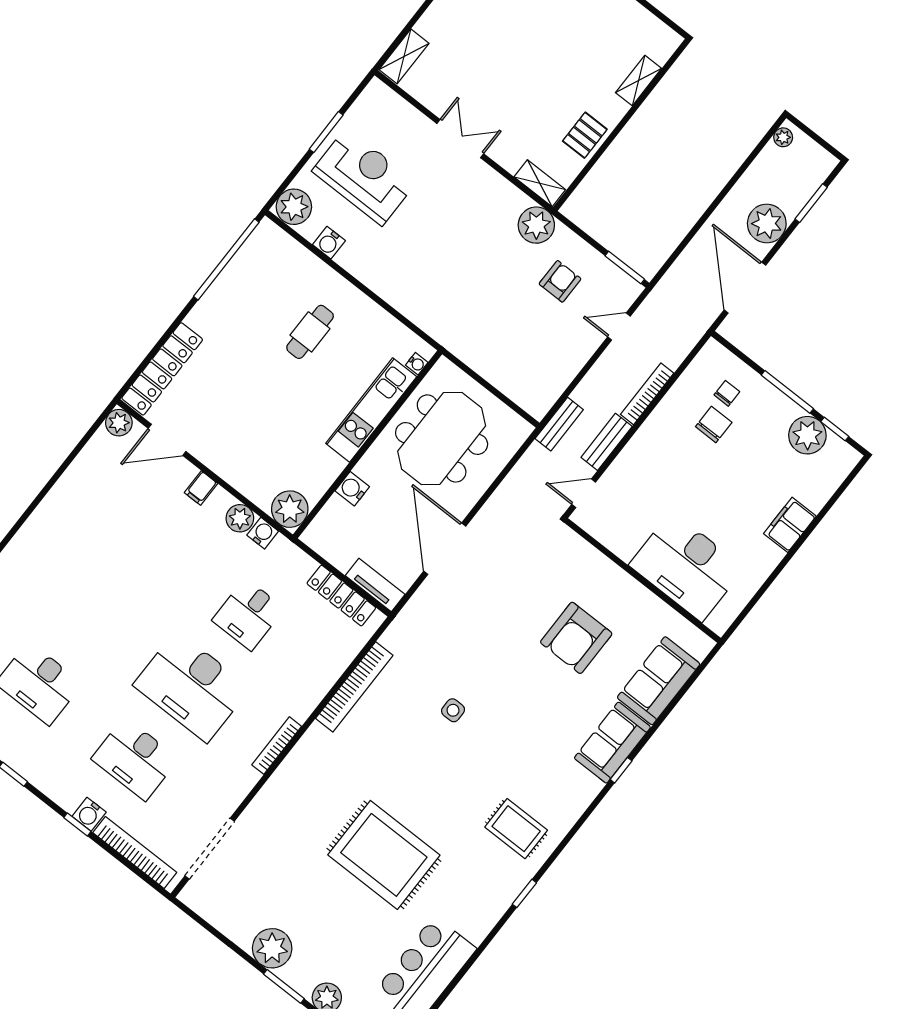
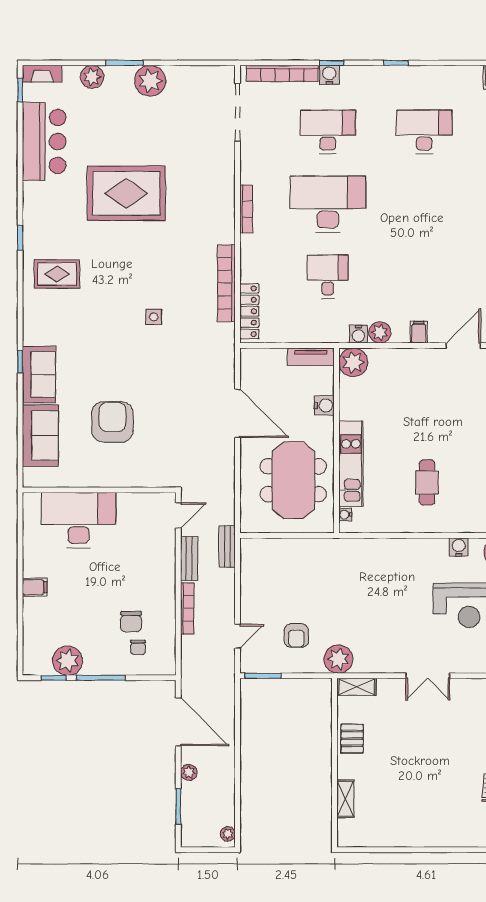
plant: (767, 224) -> (189, 772), width x0.53, depth x0.53
filing cabinet: (790, 525) -> (35, 587), width x0.50
tv unit: (375, 585) -> (311, 357), moved
locker: (341, 596) -> (249, 311), moved, turned 90

